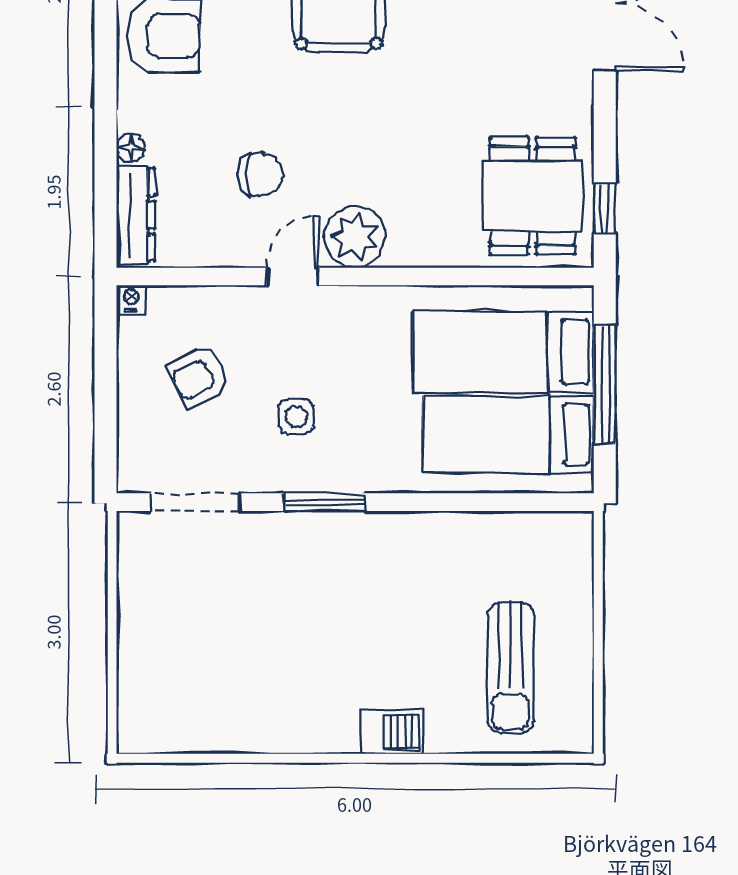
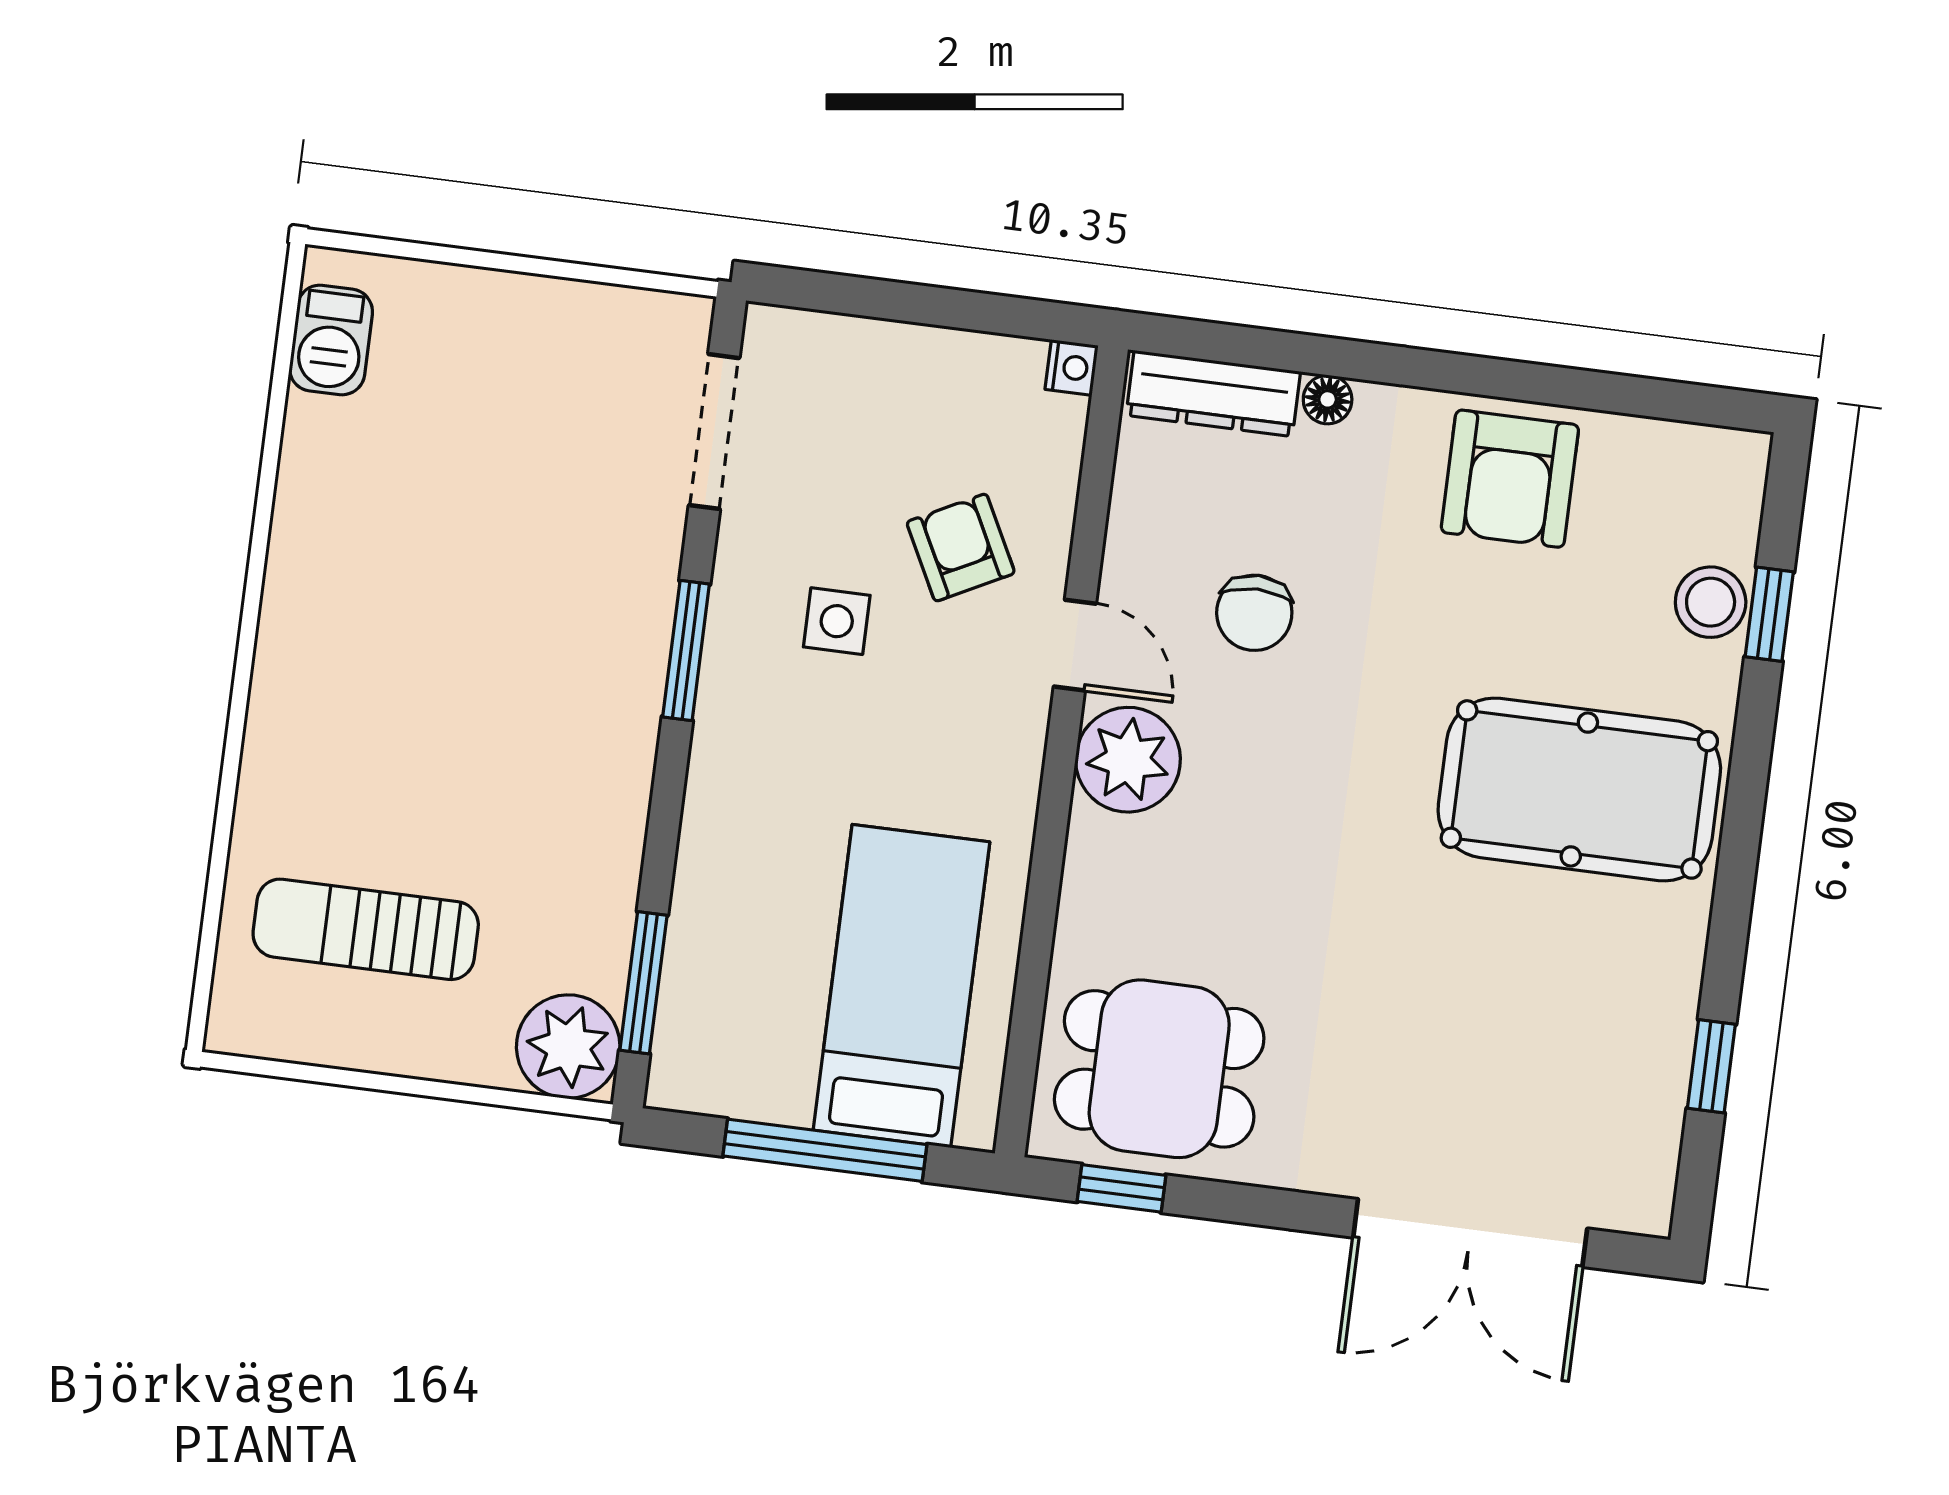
armchair: (199, 376) -> (961, 548), moved
bed: (508, 435) -> (761, 976), removed
window: (521, 502) -> (643, 983), added
plant: (564, 541) -> (568, 1047), added
barbecue: (392, 732) -> (331, 340), moved

